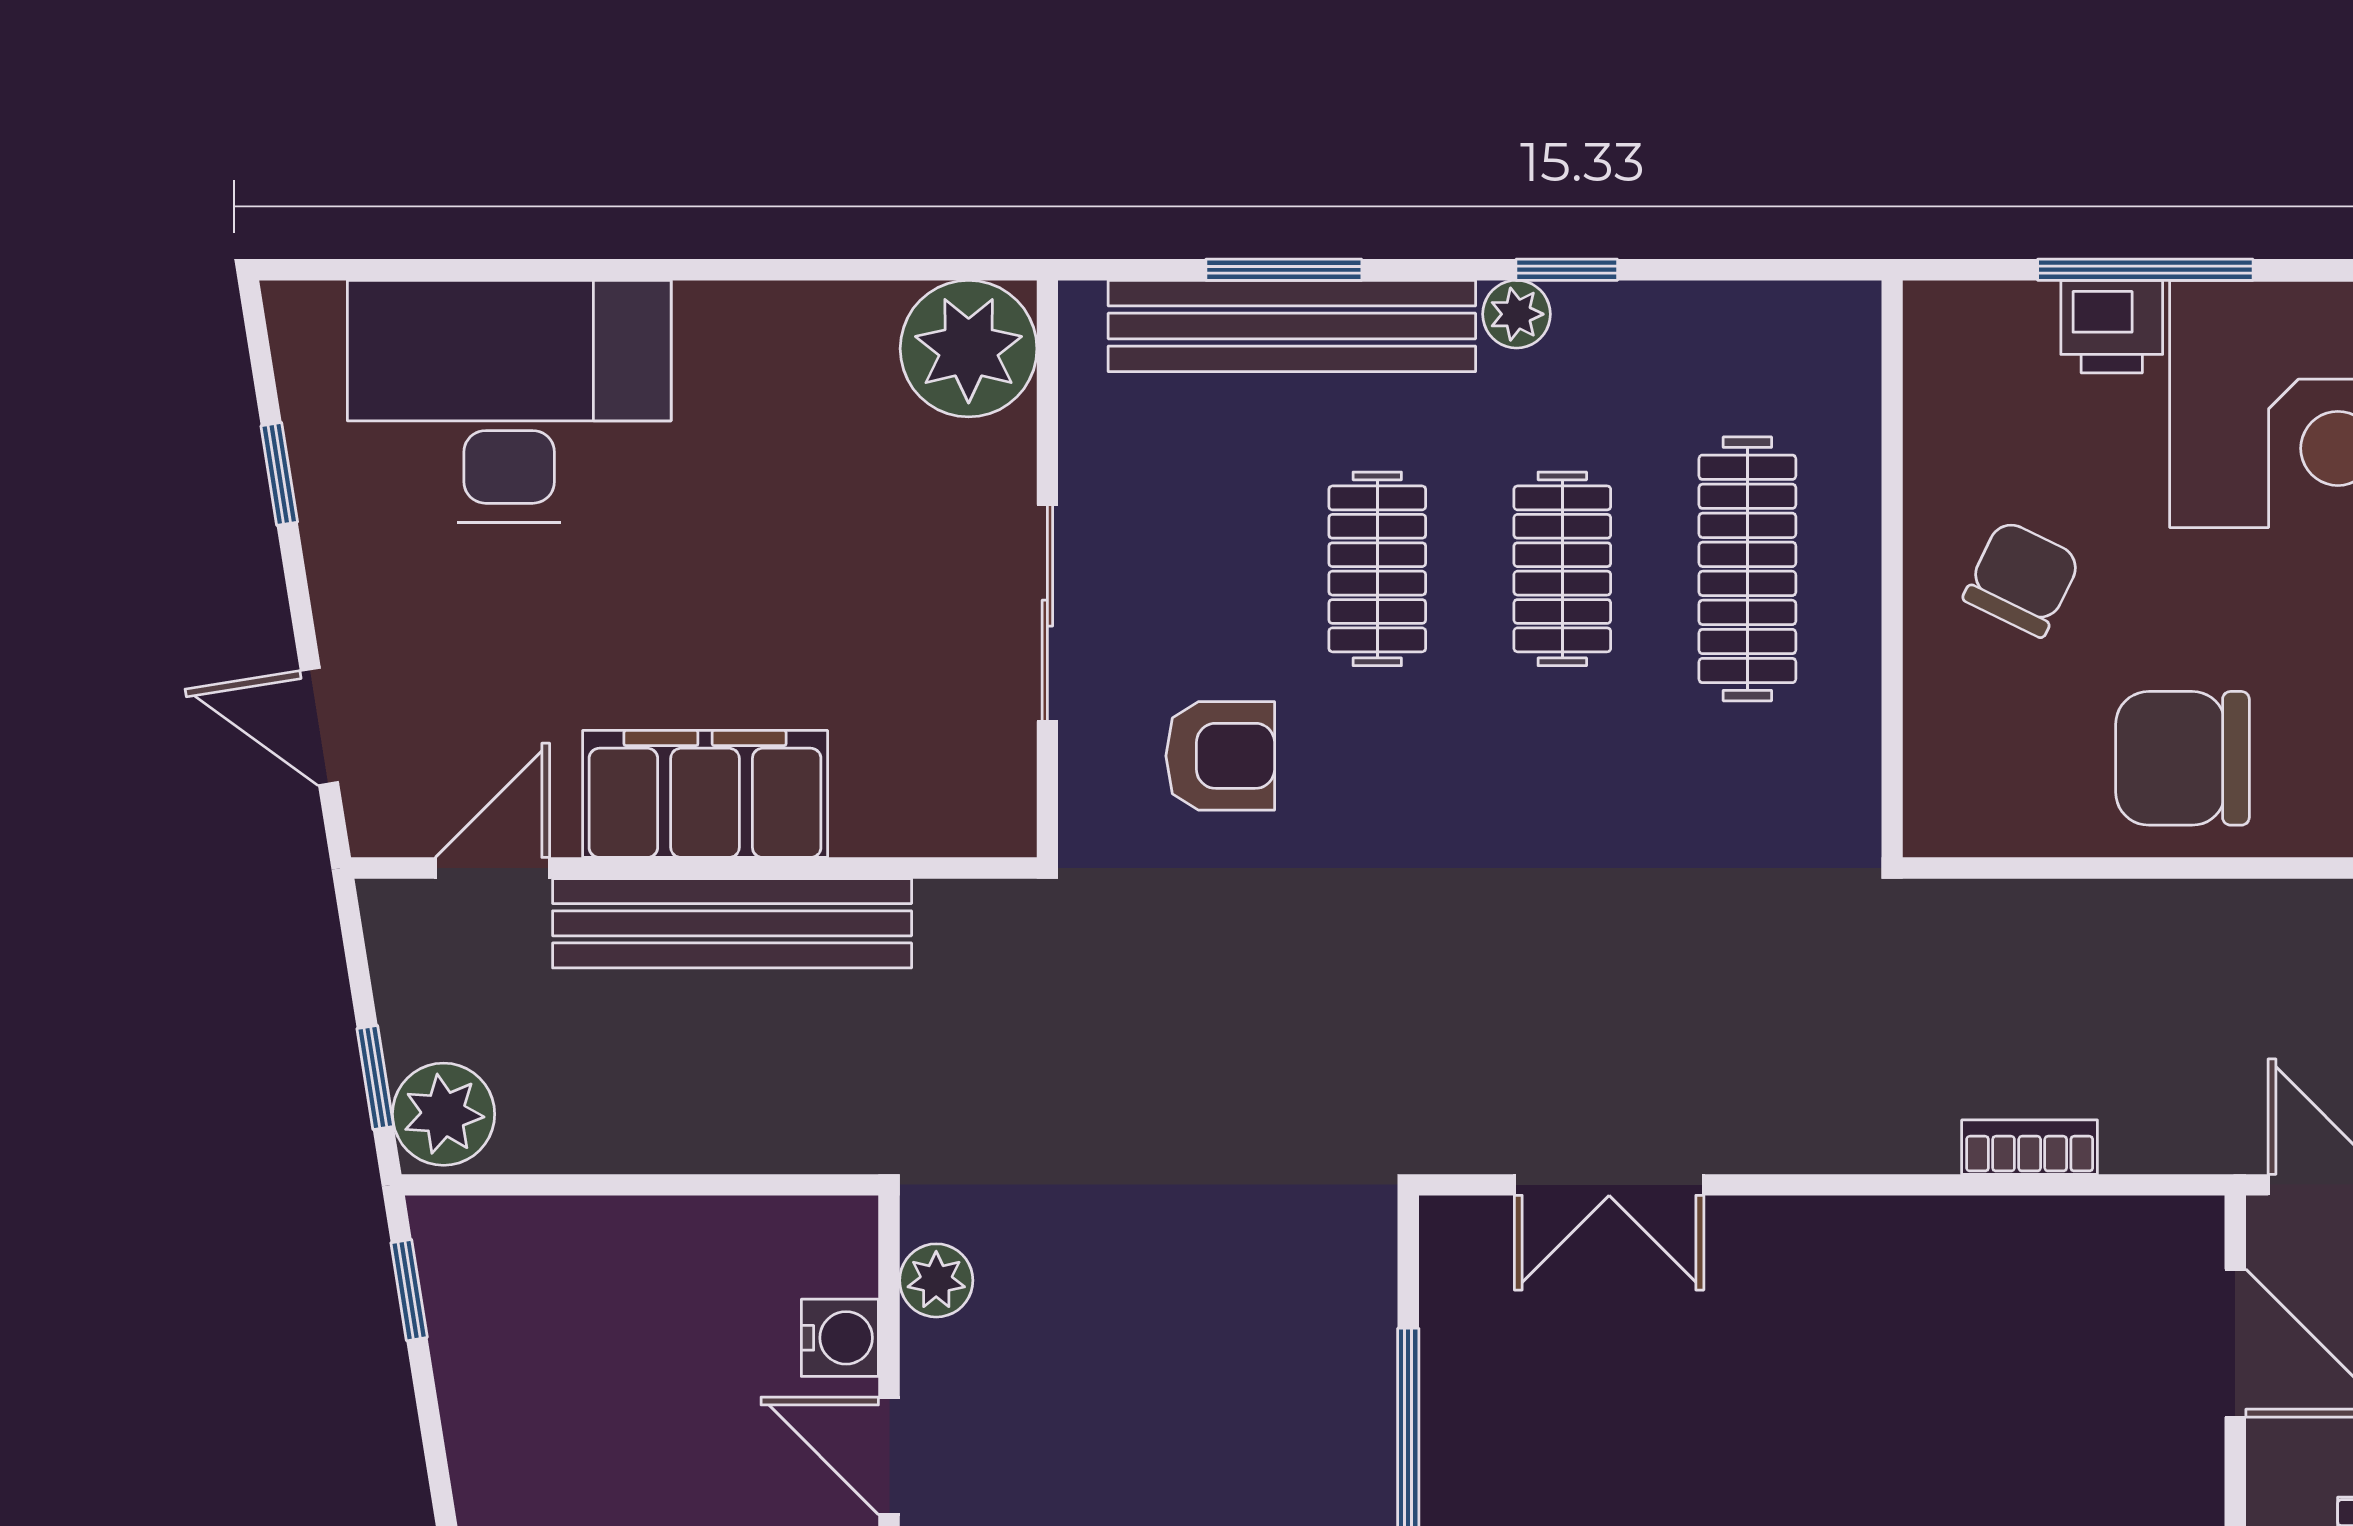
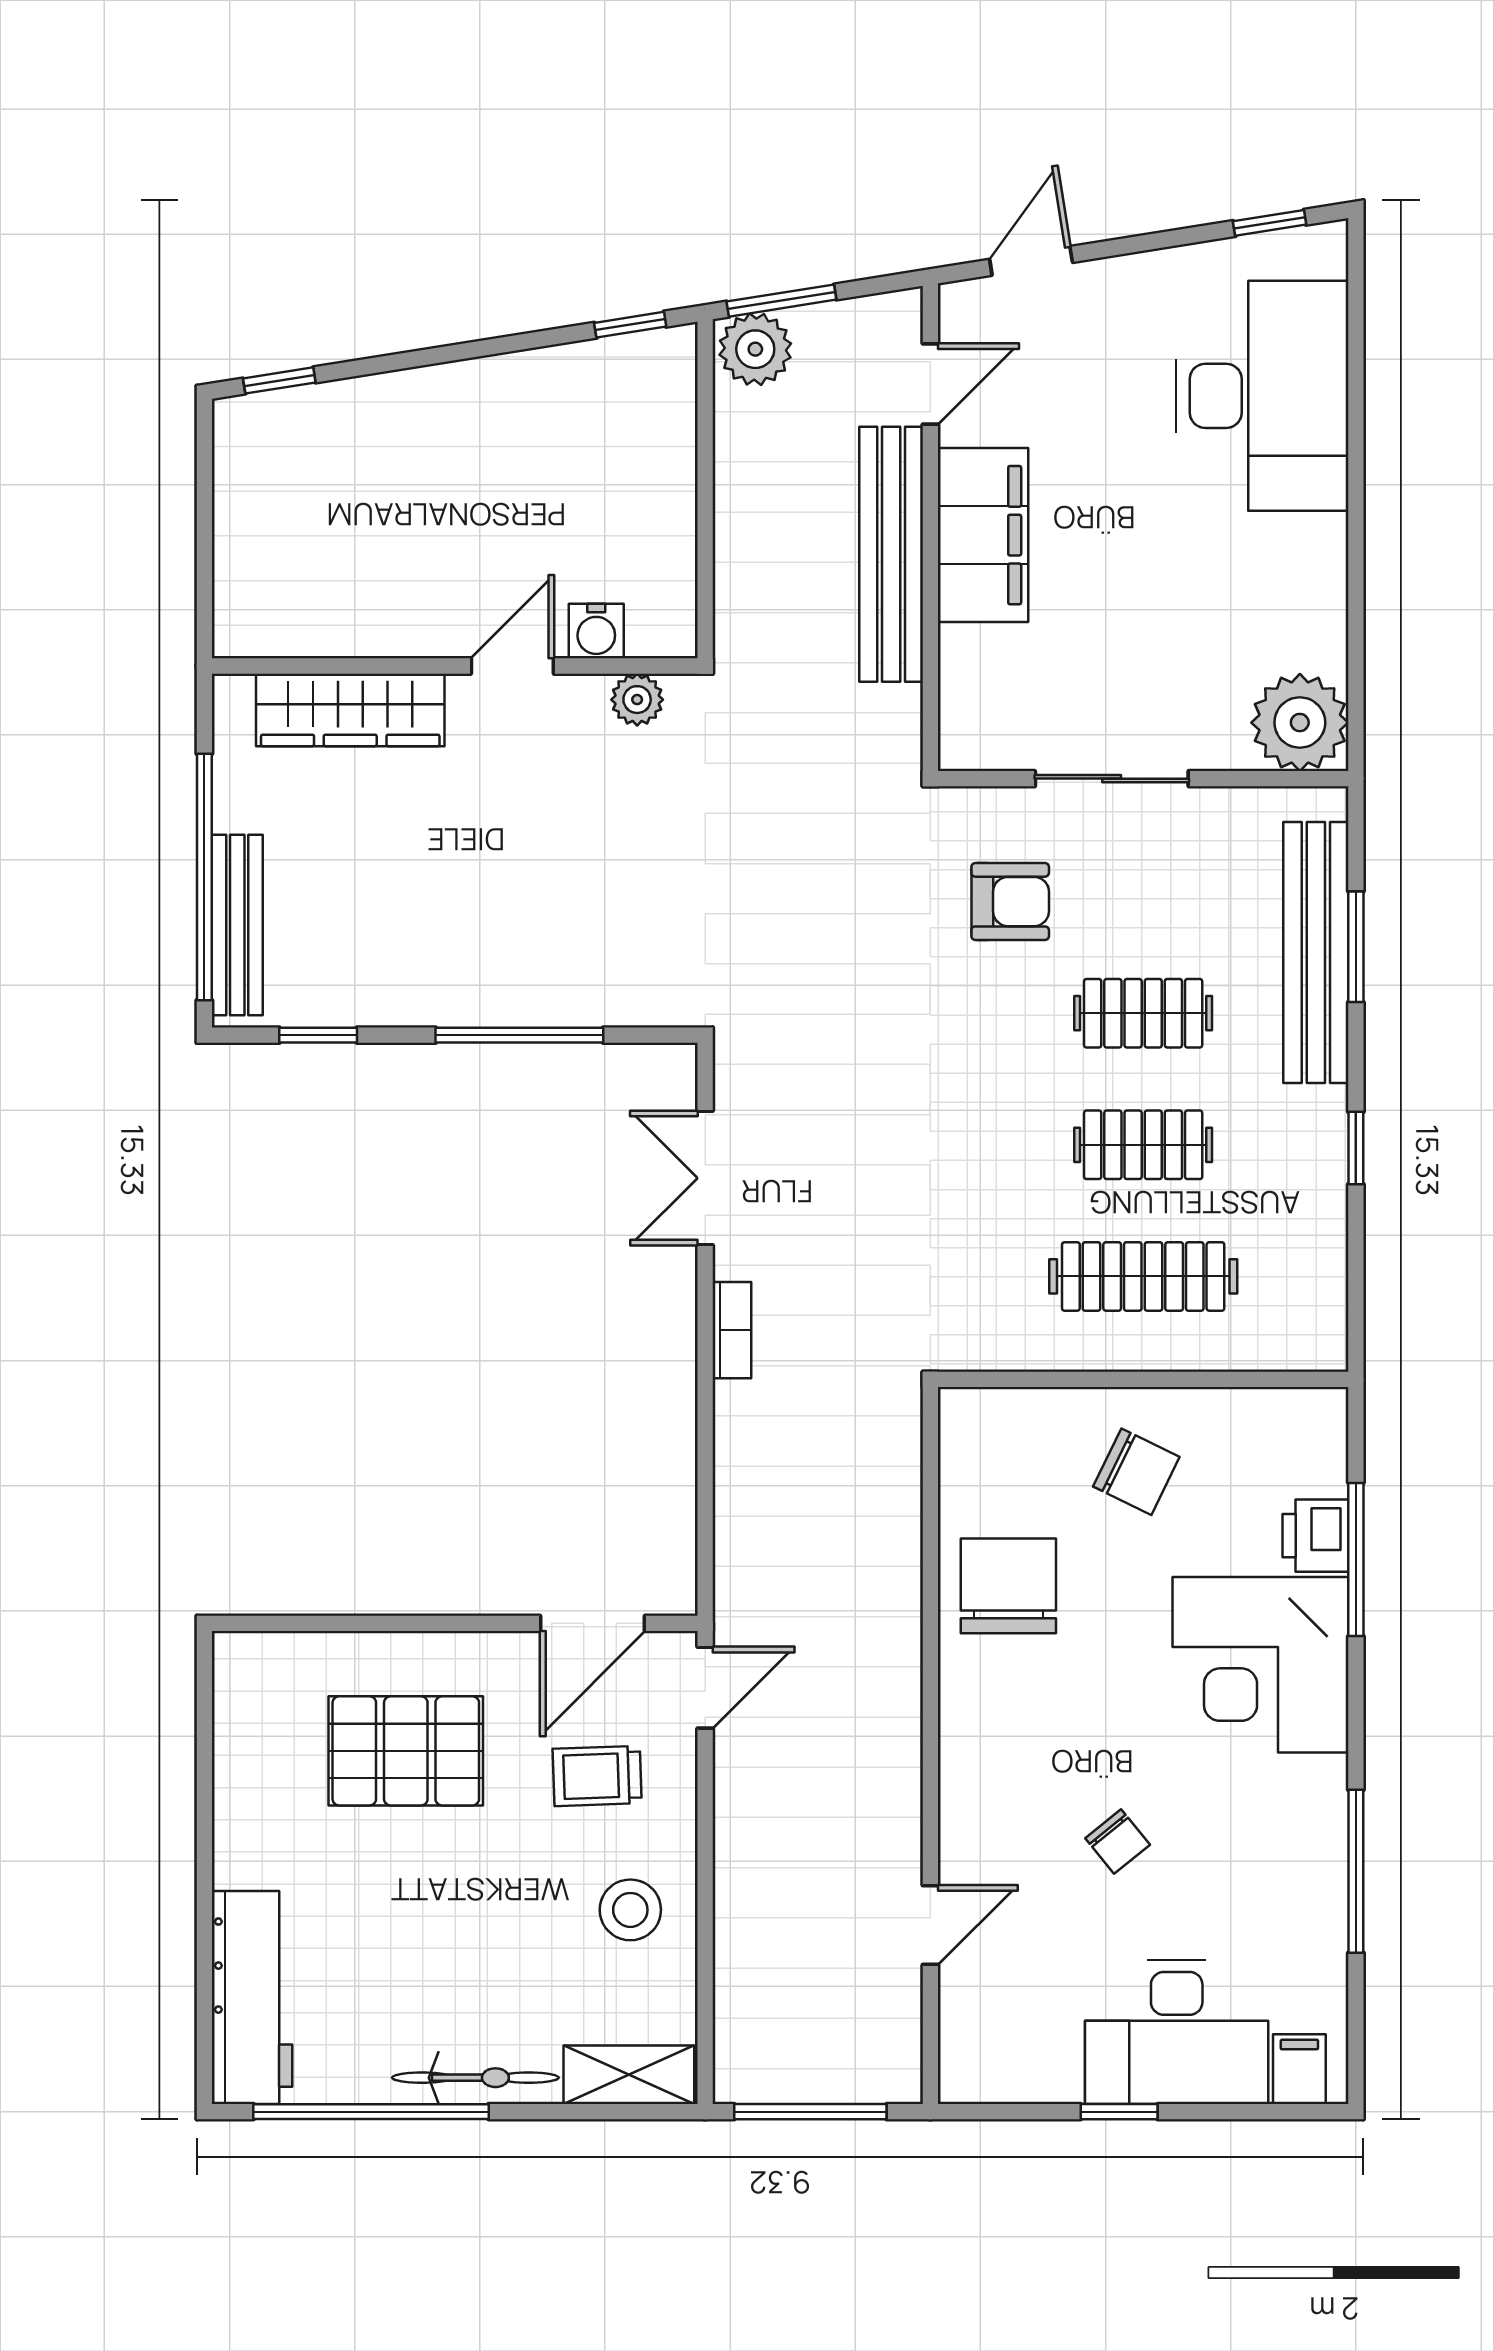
plant: (1517, 314) -> (1324, 1112), removed
window: (279, 474) -> (1270, 223), moved
armchair: (1220, 756) -> (1010, 902), turned -90
door: (493, 868) -> (930, 384), hinge flipped
window: (375, 1078) -> (781, 301), width x1.50
bookcase: (2030, 1147) -> (732, 1330), moved

